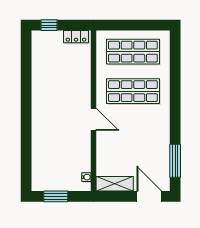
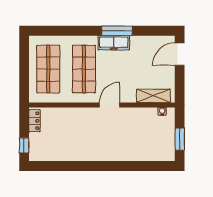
freezer: (162, 124) -> (114, 43), added
window: (175, 161) -> (117, 31), moved
shelving: (115, 184) -> (153, 96), moved, turned 90

